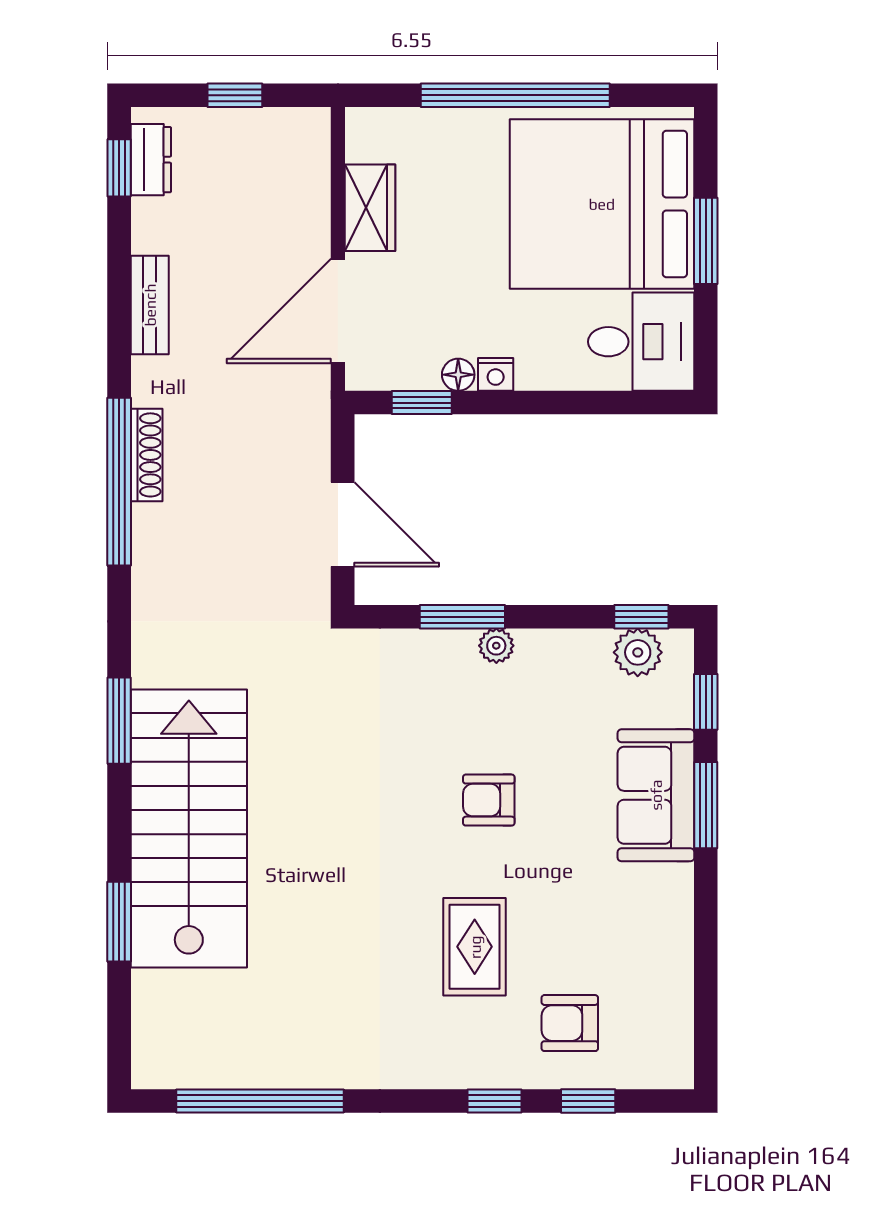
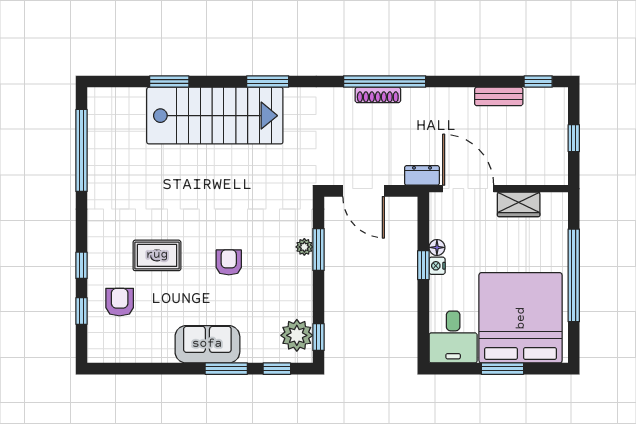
dresser: (151, 160) -> (422, 175), moved, turned 180
bench: (150, 305) -> (499, 96), moved
window: (422, 403) -> (423, 265), moved
shoe rack: (147, 455) -> (378, 95), moved
door: (343, 524) -> (364, 191), hinge flipped
plant: (496, 646) -> (304, 247), moved
plant: (638, 652) -> (297, 335), width x1.36, depth x1.36
sofa: (656, 795) -> (207, 344), moved

